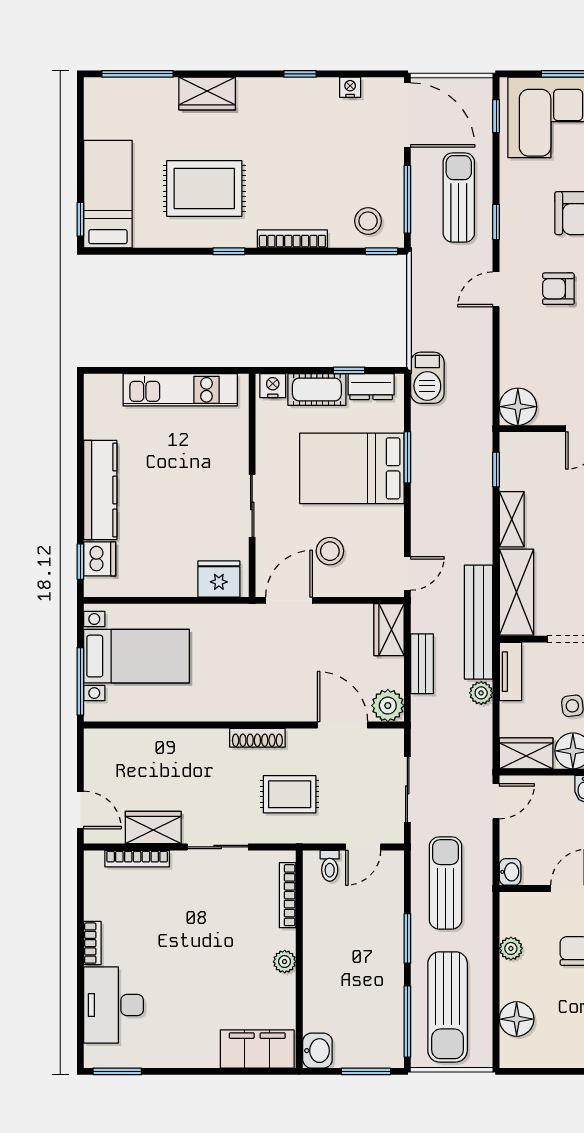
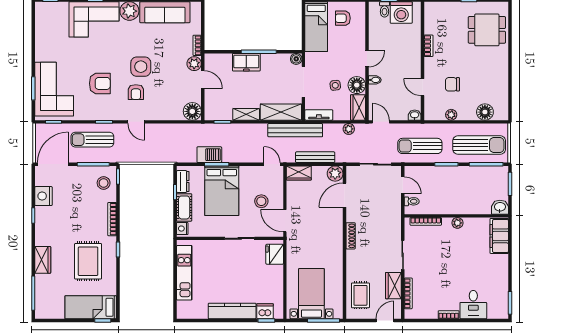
nightstand: (350, 87) -> (43, 196), width x1.89, depth x1.79
barbecue: (427, 378) -> (209, 155), moved
bench: (422, 664) -> (315, 157), width x1.36
plant: (481, 693) -> (349, 129), moved
rug: (290, 794) -> (360, 295), moved
desk: (114, 1005) -> (473, 305), width x0.73

